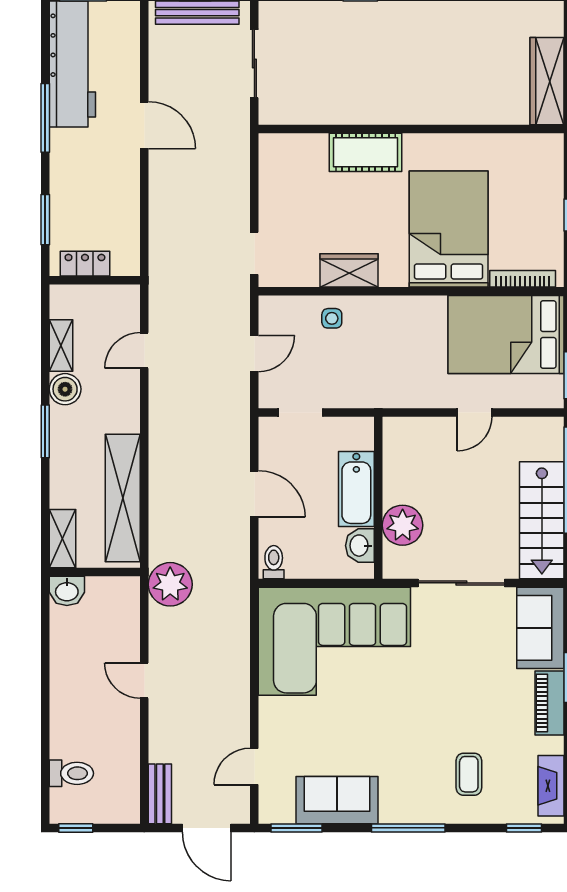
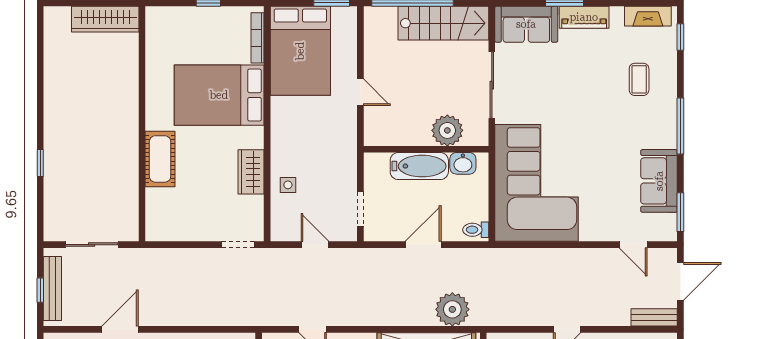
door: (144, 125) -> (120, 329), moved
door: (475, 412) -> (360, 92), moved
plant: (170, 584) -> (452, 309), moved
coffee table: (469, 774) -> (639, 79), turned 90

